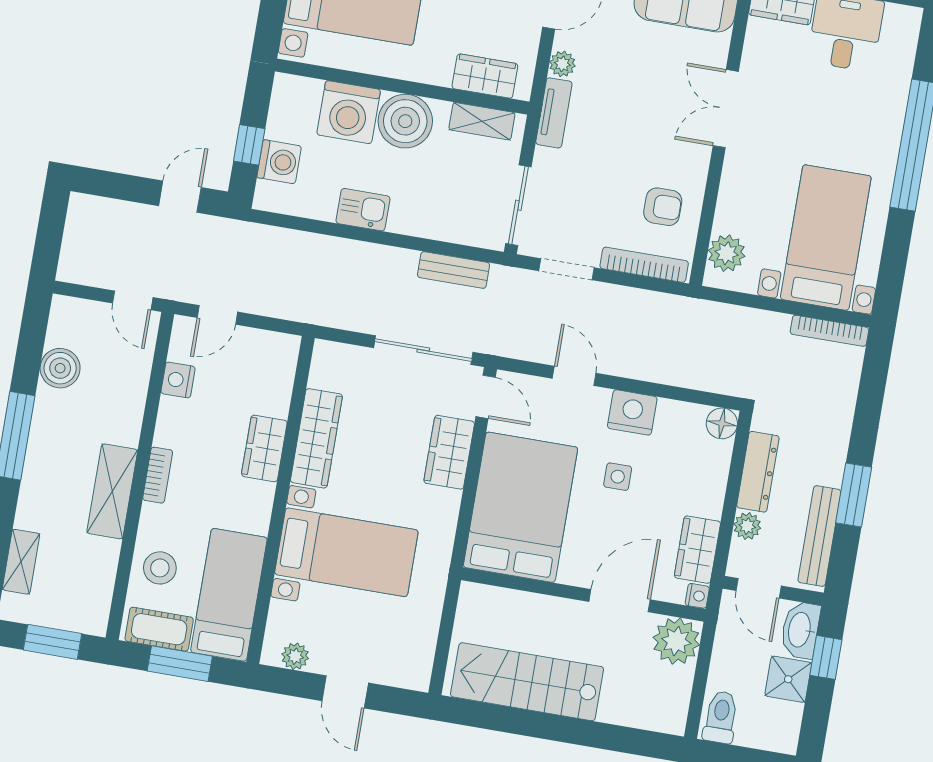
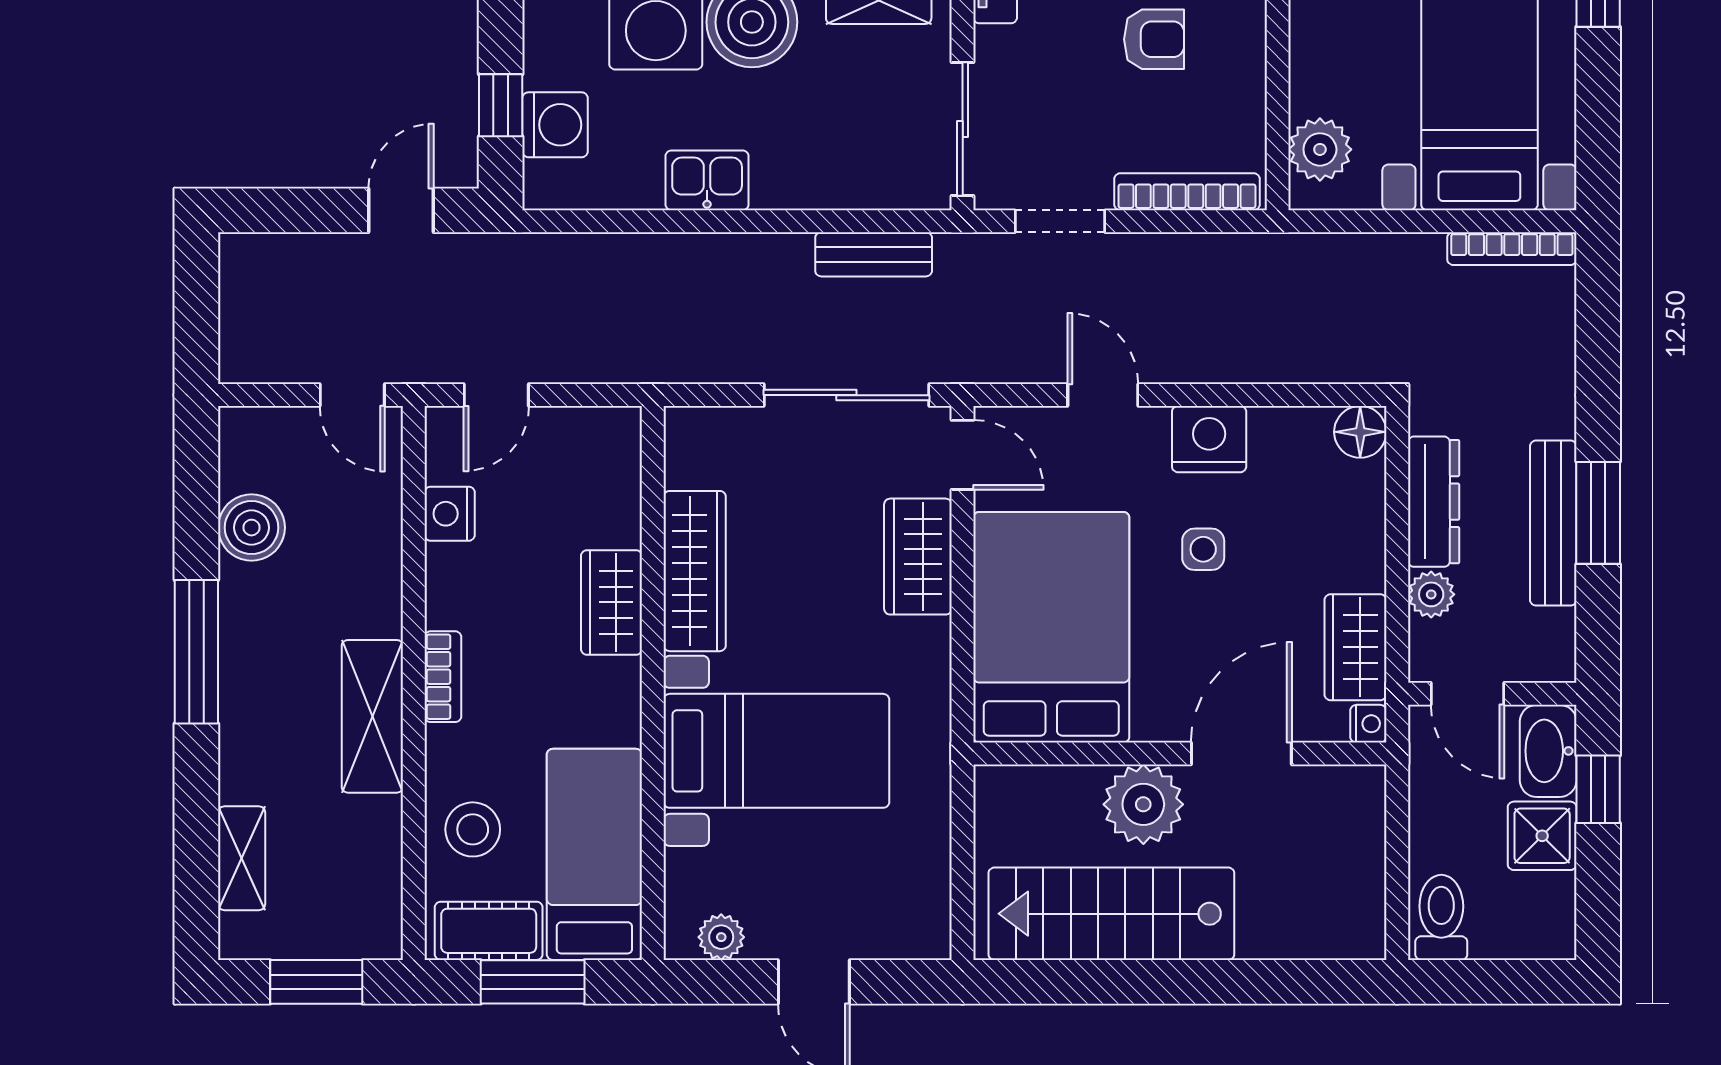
armchair: (663, 207) -> (1154, 39), moved
bench: (819, 536) -> (1553, 523), moved
plant: (676, 641) -> (1143, 804), moved

